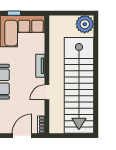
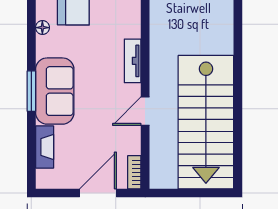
stairs: (79, 85) -> (206, 122), width x0.73

